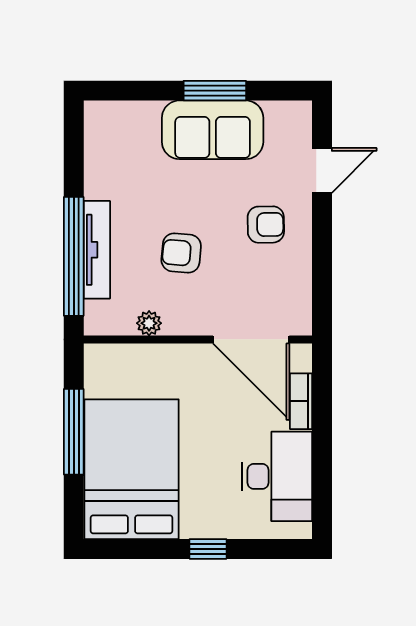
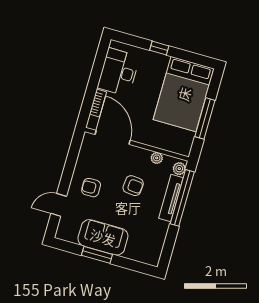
plant: (97, 314) -> (179, 169), added

